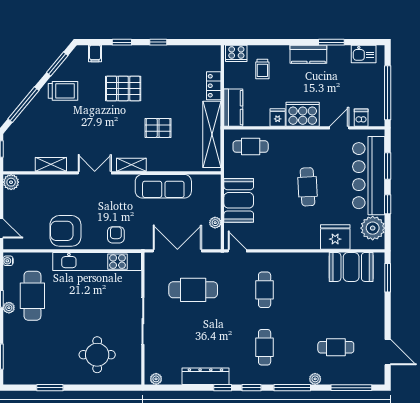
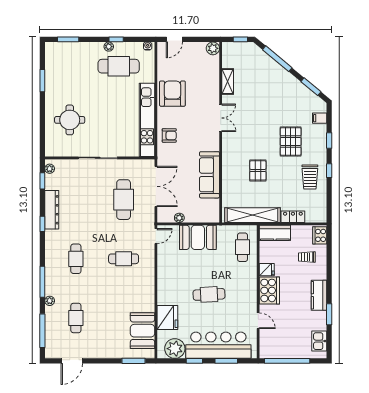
trolley: (63, 91) -> (310, 177), moved
dishwasher: (361, 118) -> (266, 339), removed
shelving: (131, 165) -> (227, 148), removed
cafe table: (265, 347) -> (76, 259), turned 90
window: (252, 388) -> (42, 181), moved

